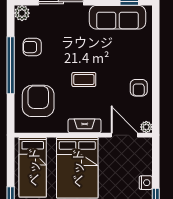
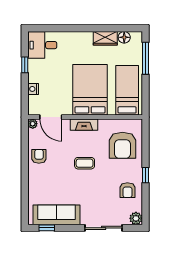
armchair: (32, 47) -> (127, 190), turned 90
window: (11, 65) -> (145, 175), width x0.32
nightstand: (146, 183) -> (33, 89), moved

